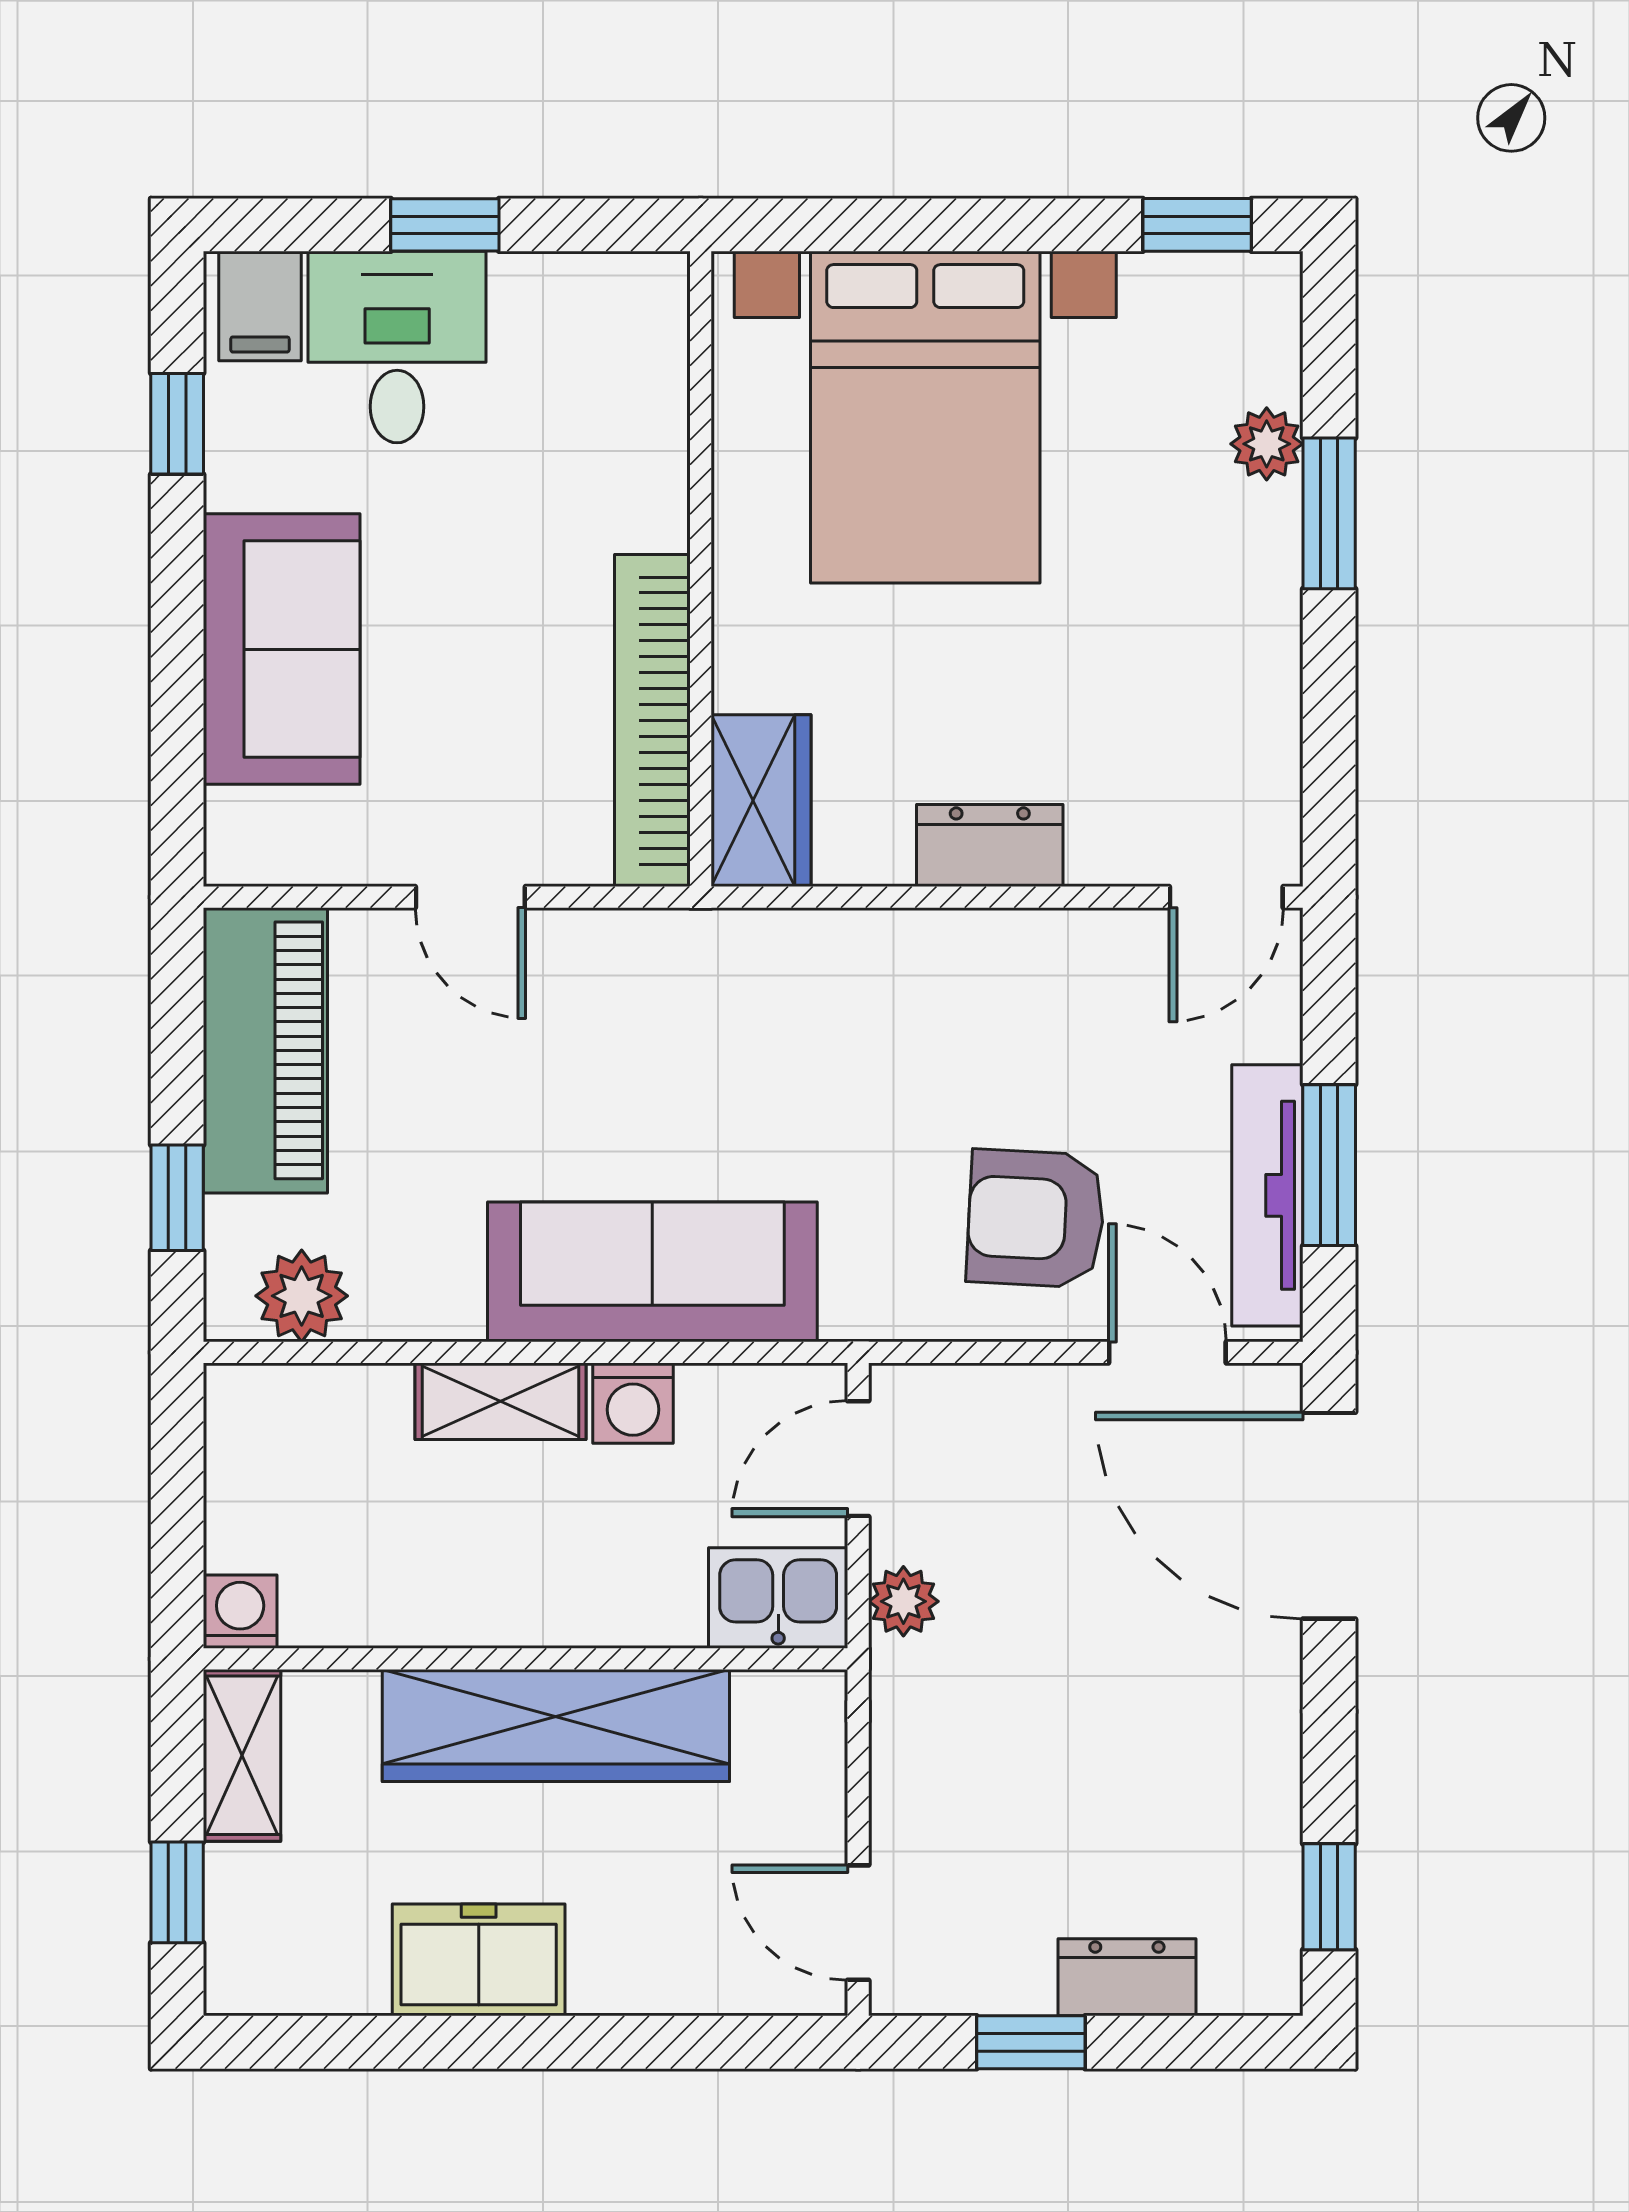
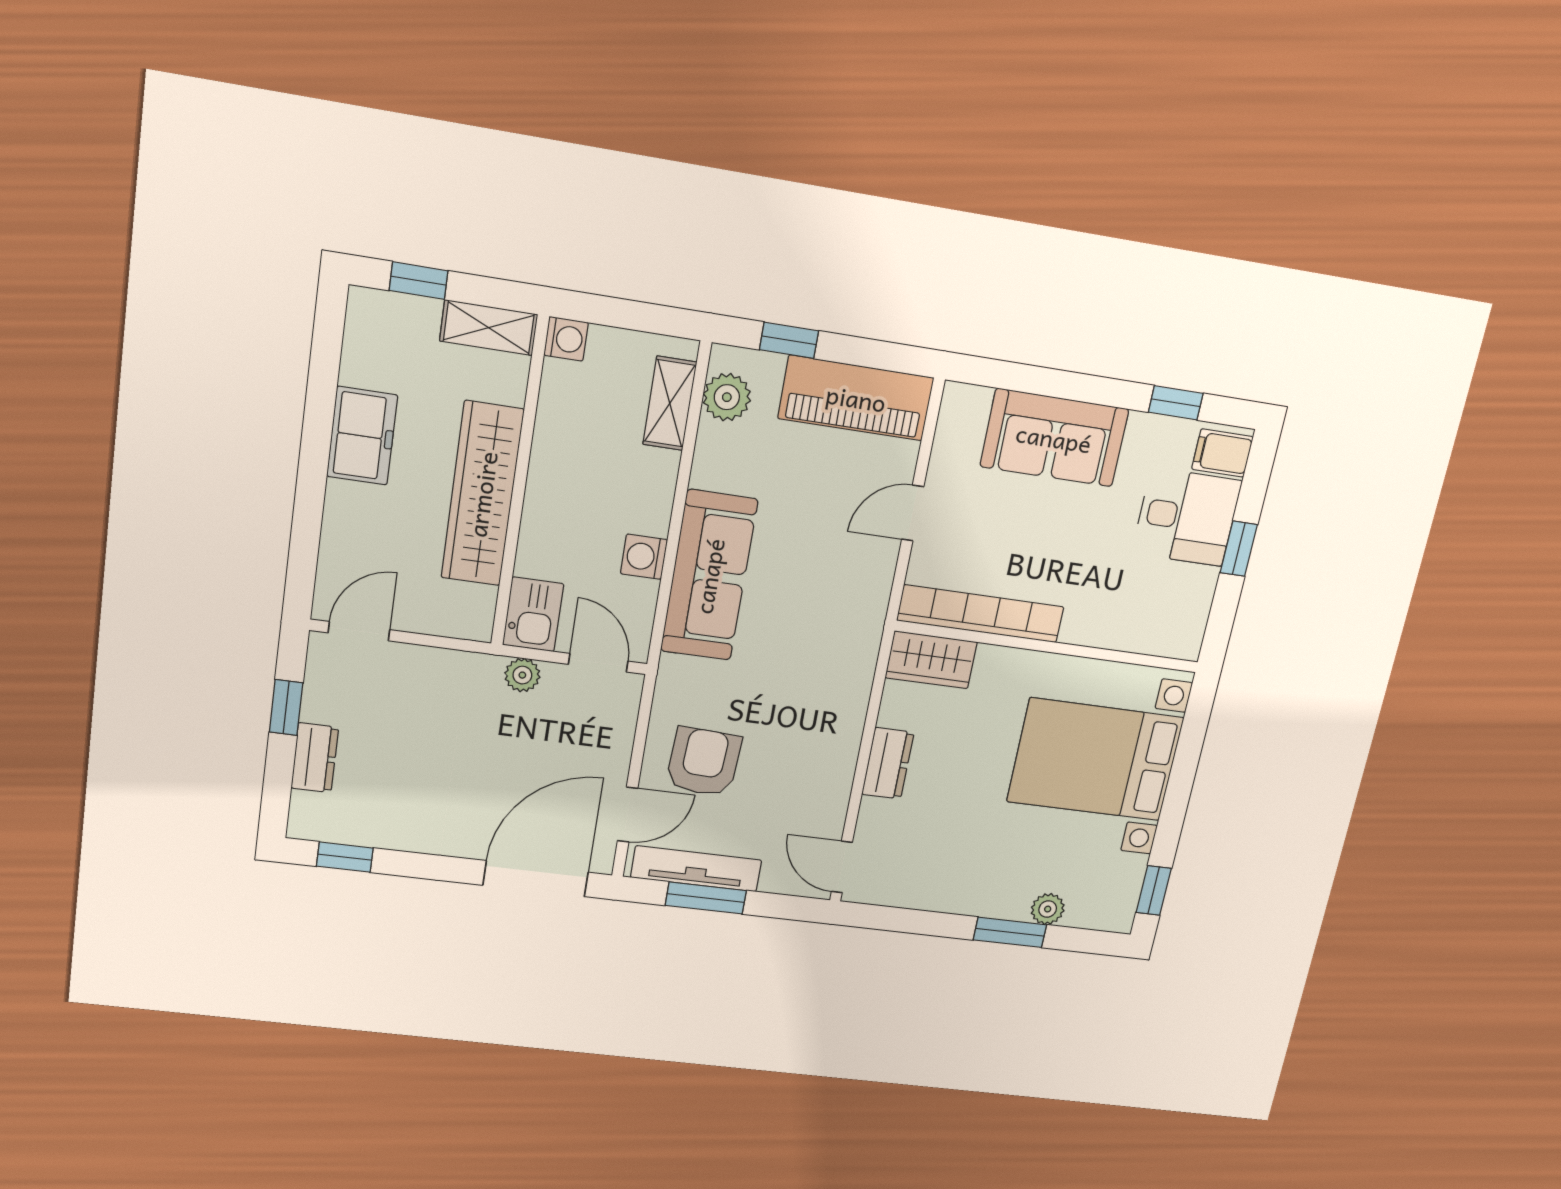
shelving: (500, 1401) -> (670, 403), moved

